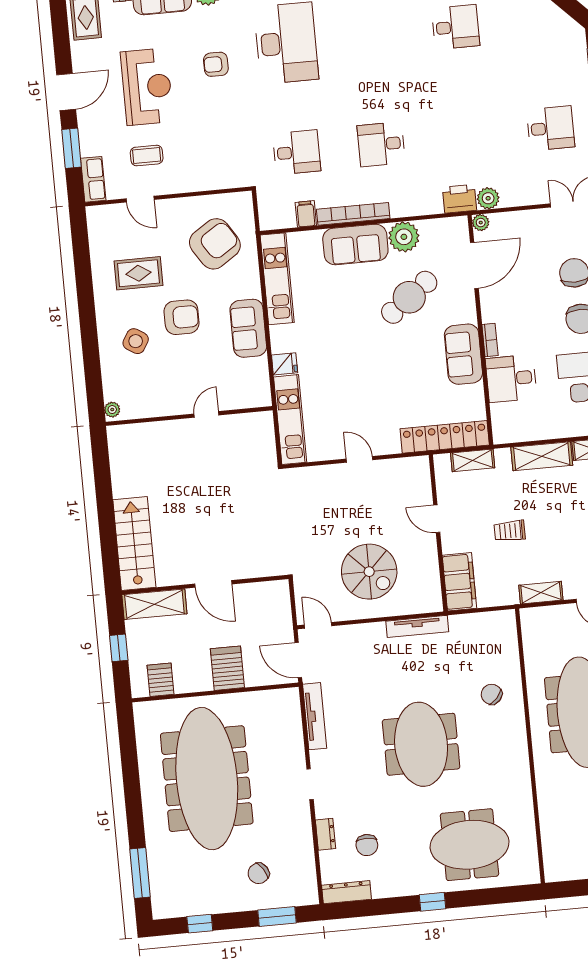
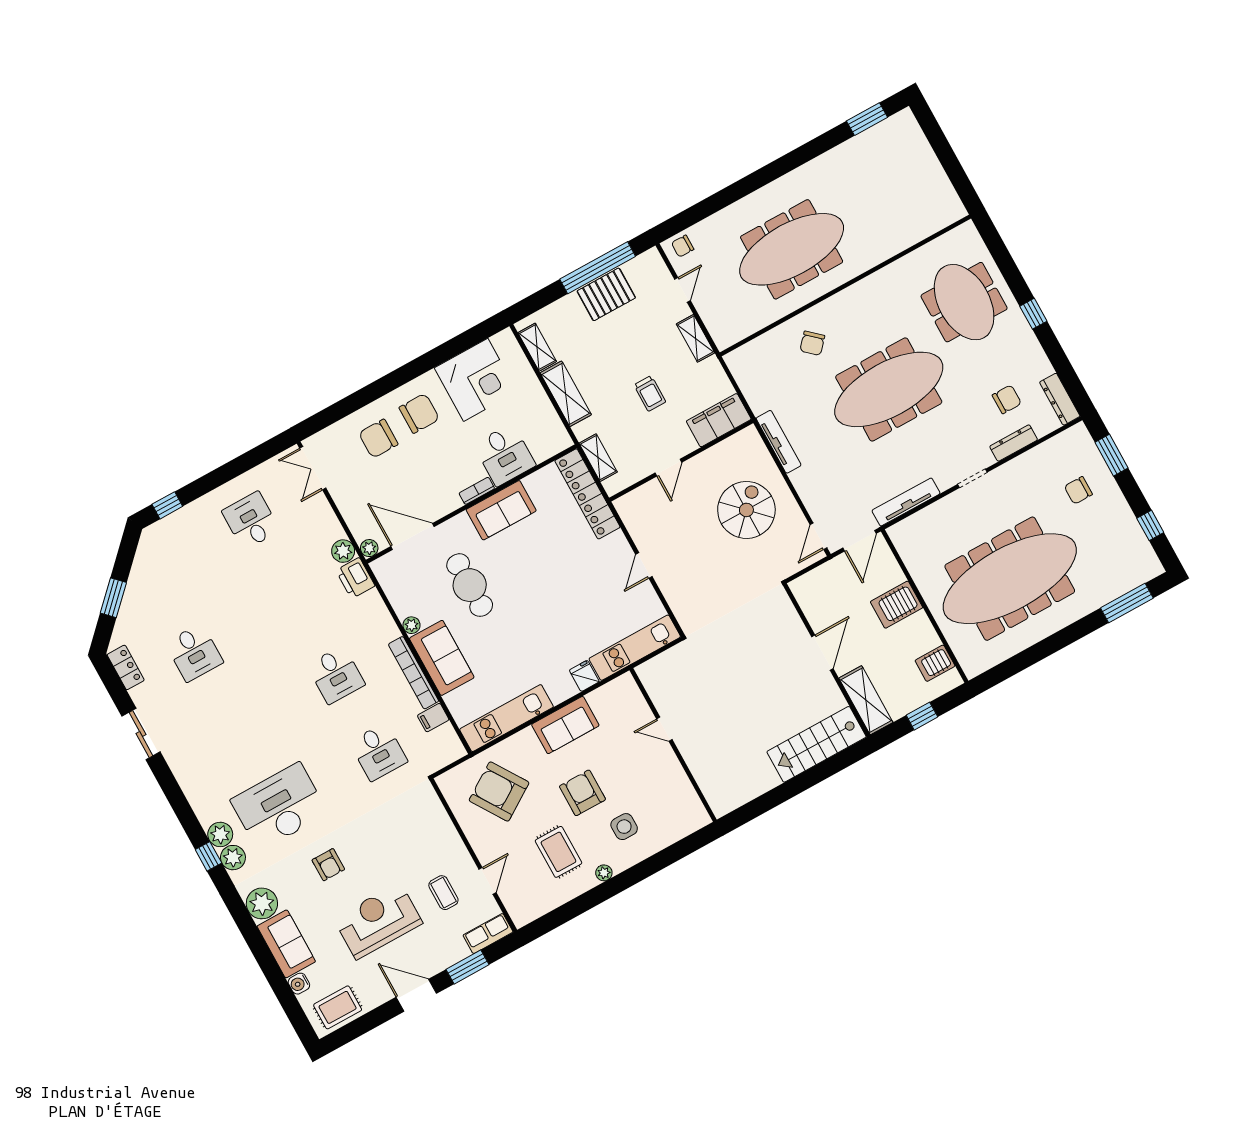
desk: (456, 27) -> (194, 653), turned 180
desk: (297, 152) -> (378, 752), turned 180
plant: (404, 237) -> (412, 625), width x0.53, depth x0.53
cafe table: (409, 297) -> (470, 585), turned 37
side table: (136, 341) -> (624, 827), turned -32
plant: (112, 410) -> (604, 873), moved
meeting table: (421, 744) -> (889, 389), width x1.36
dresser: (325, 834) -> (1014, 443), width x1.44
chair: (259, 873) -> (1078, 490), turned 123

